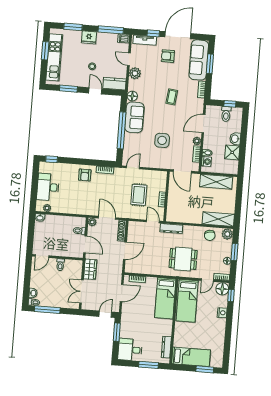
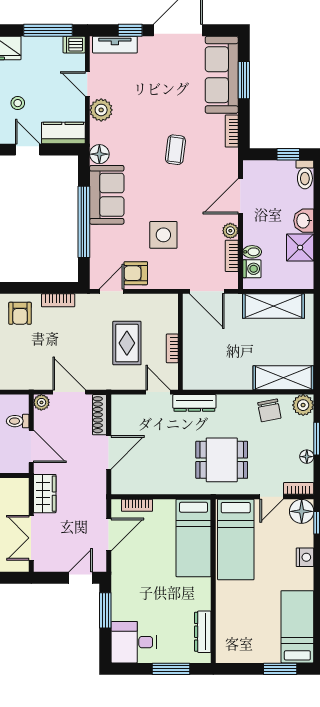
armchair: (168, 56) -> (136, 273), moved
toilet: (226, 114) -> (305, 175), moved
bed: (191, 357) -> (297, 627), moved, turned -90

